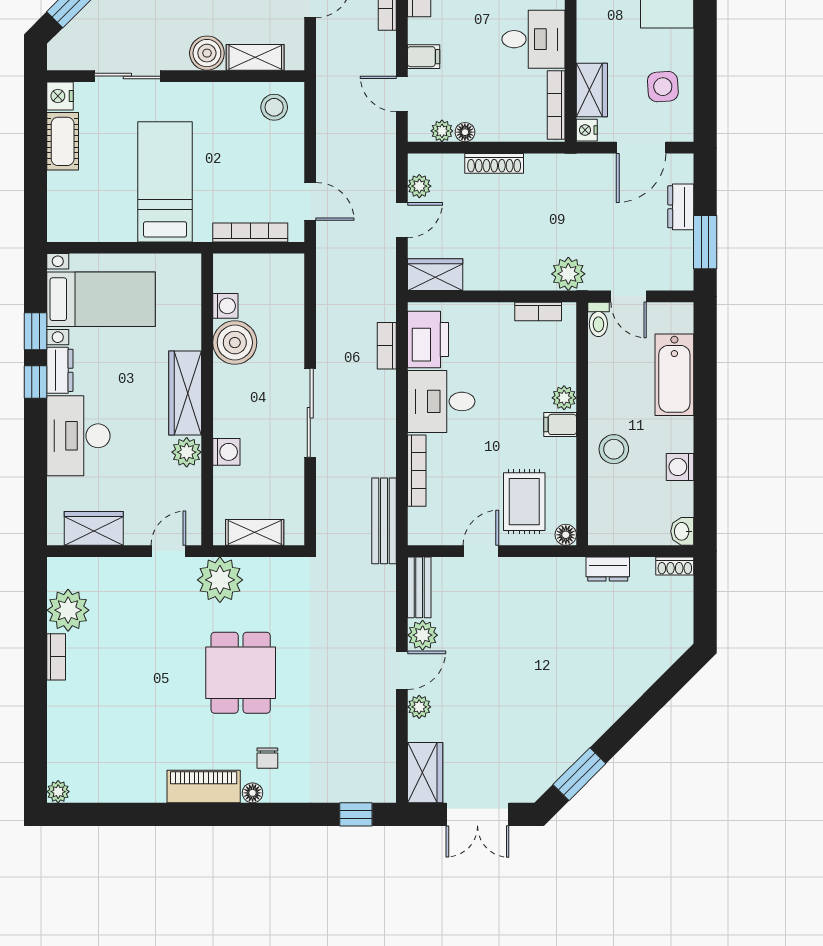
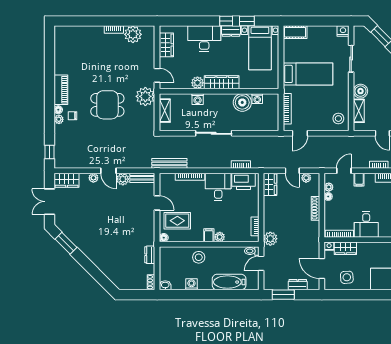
cot: (63, 141) -> (295, 32), moved
plant: (58, 792) -> (59, 119), moved

